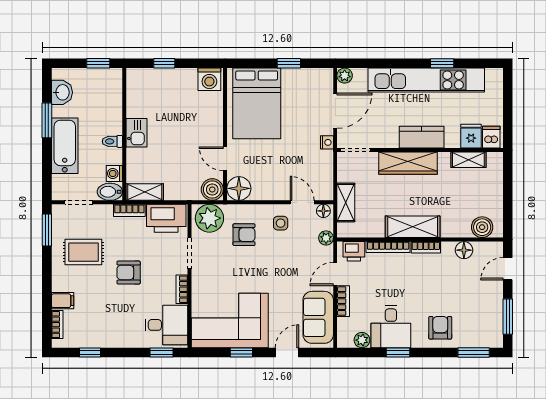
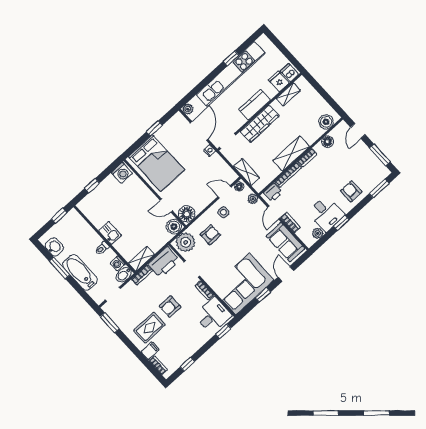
rug: (83, 252) -> (149, 328), moved

